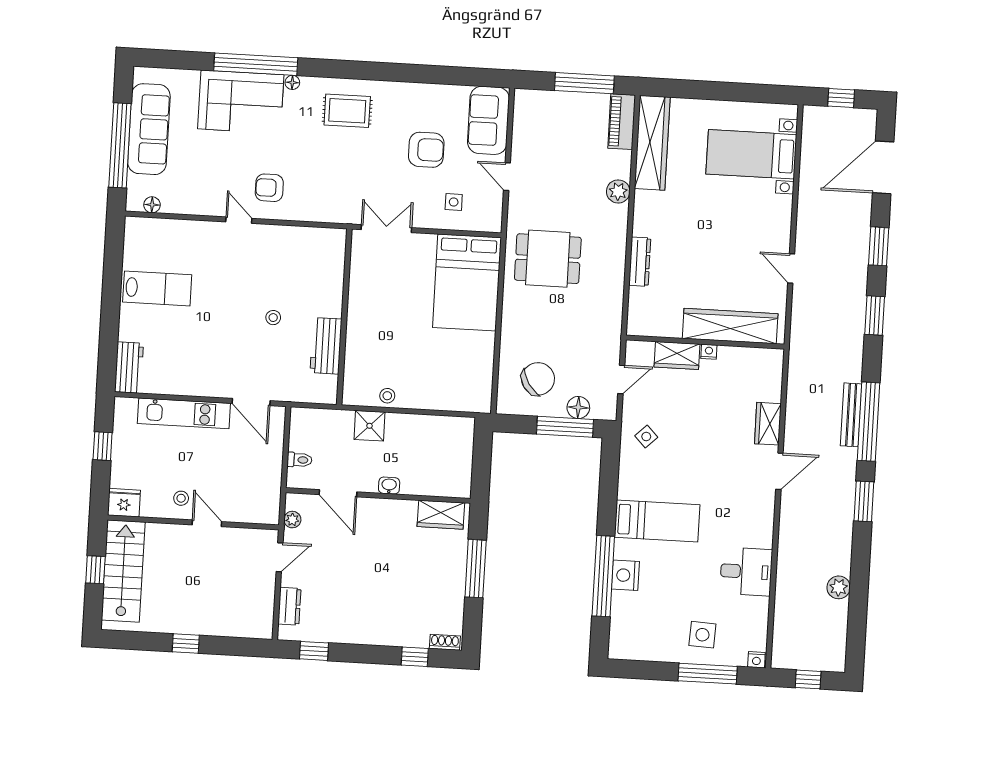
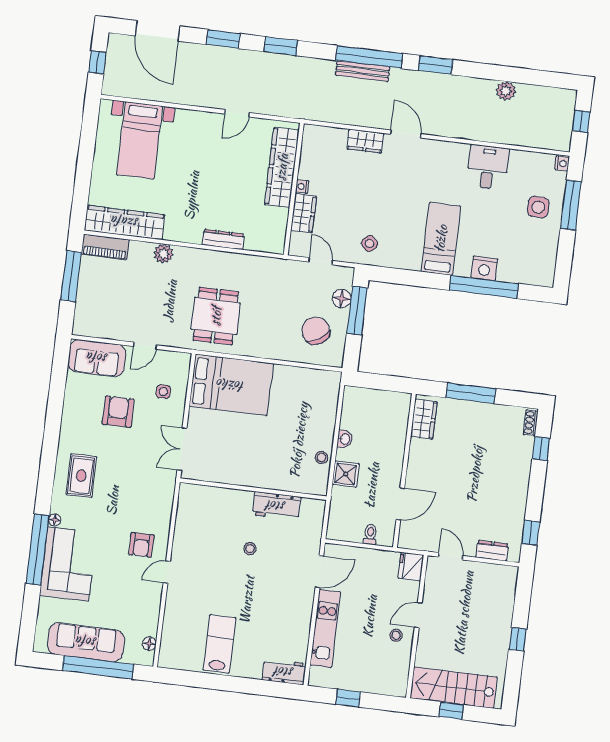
washbasin: (389, 486) -> (345, 439), moved, turned 180
fridge: (124, 503) -> (411, 567), moved
plant: (292, 520) -> (420, 543), removed

